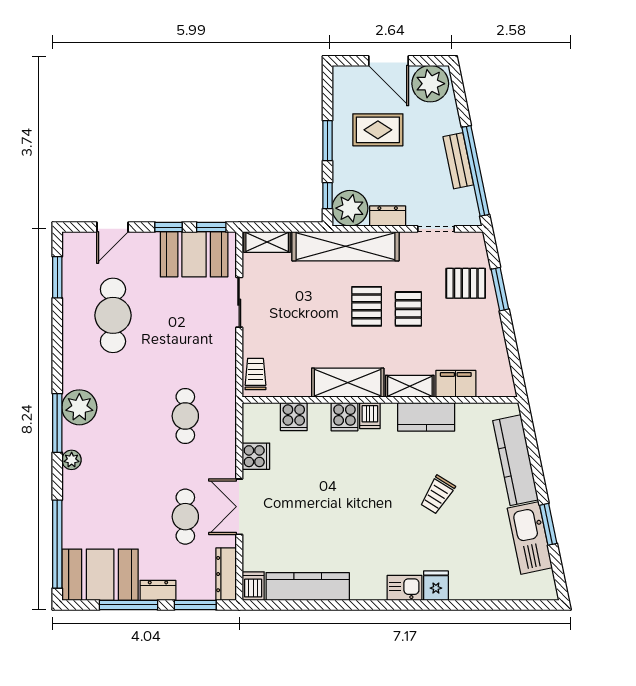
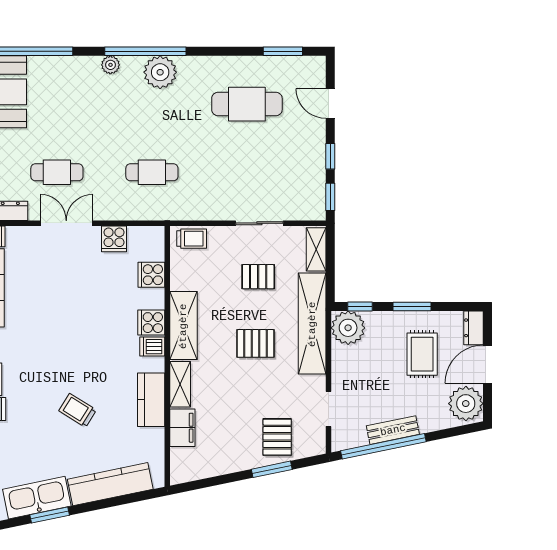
dresser: (388, 216) -> (474, 328), moved, turned 180
booth: (194, 254) -> (305, 181), removed
pallet: (408, 309) -> (258, 277), moved
window: (57, 423) -> (145, 51), width x1.46

